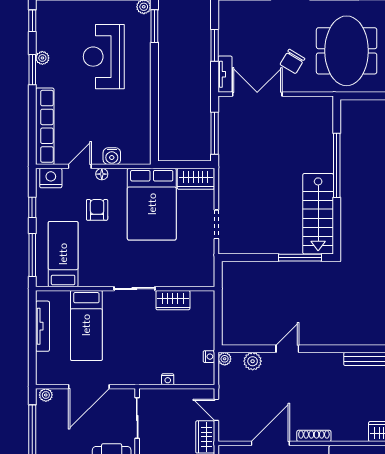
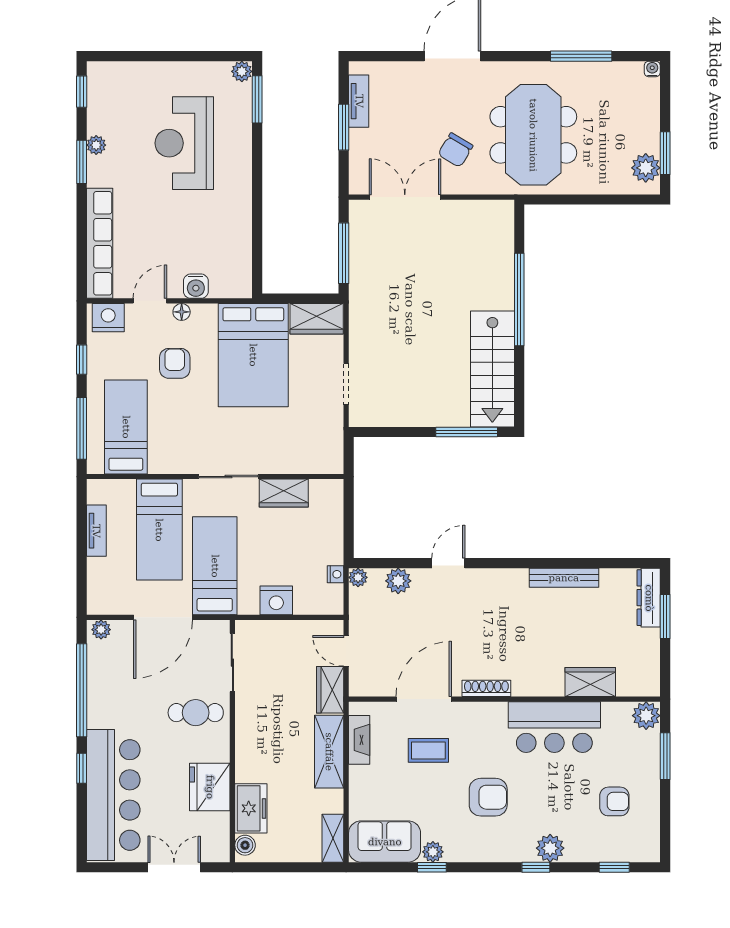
tv unit: (225, 74) -> (359, 101), moved
tv unit: (43, 326) -> (96, 531), width x0.71
bed: (125, 351) -> (215, 566), added
nightstand: (168, 379) -> (276, 600), width x1.89, depth x1.79

